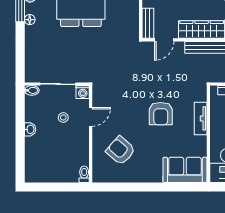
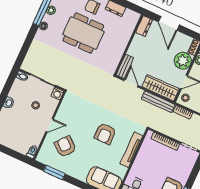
door: (164, 40) -> (131, 83), swing flipped
door: (91, 117) -> (50, 125), moved
tv unit: (201, 118) -> (131, 150), width x1.41
window: (122, 187) -> (54, 172), added

